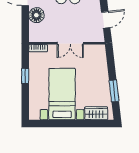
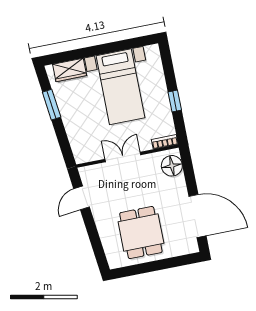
floor lamp: (36, 15) -> (172, 166), moved

